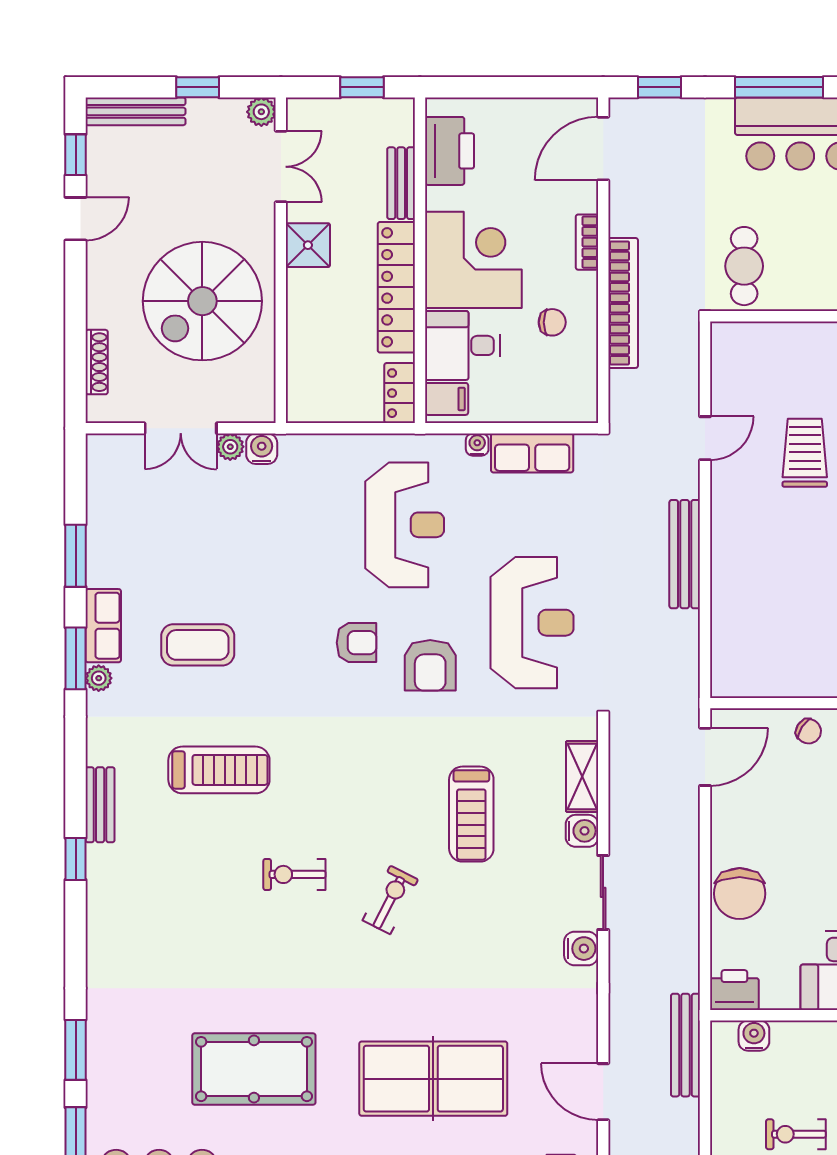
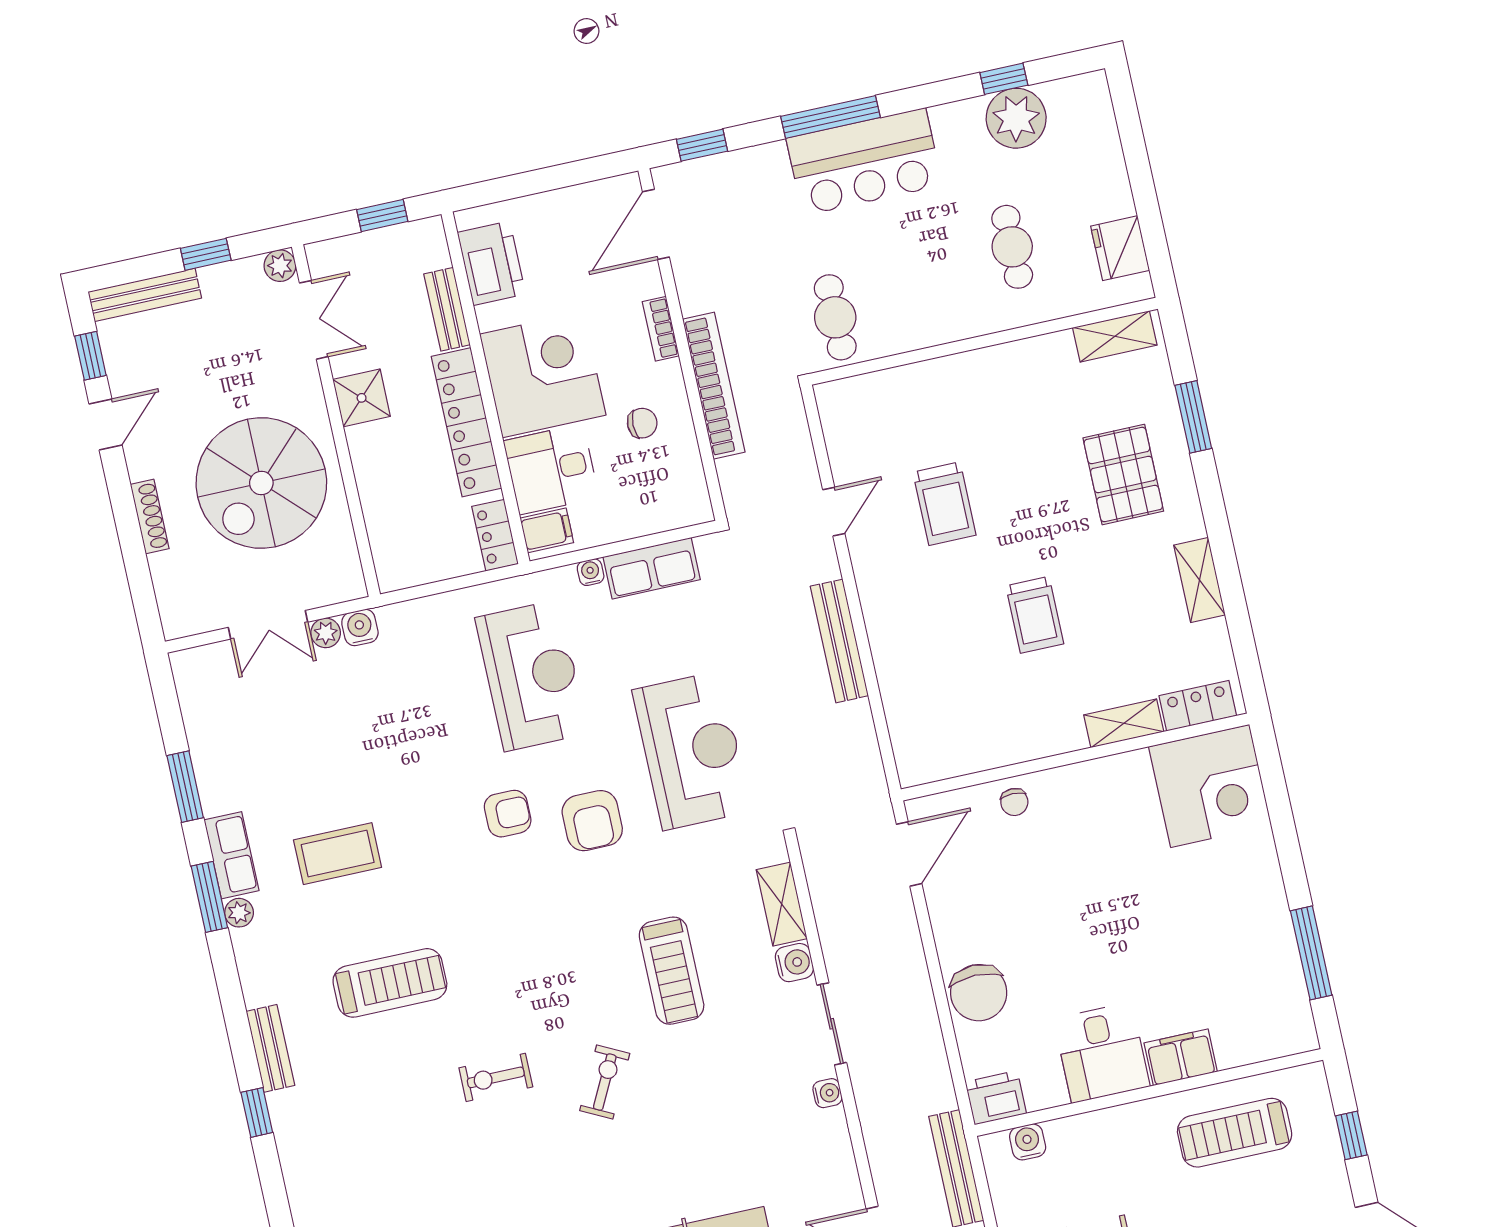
shoe rack: (97, 362) -> (150, 517), moved
trolley: (805, 453) -> (944, 504), turned 180
chair: (809, 731) -> (1014, 802), turned 57
water cooler: (581, 949) -> (827, 1093), width x0.72, depth x0.72

